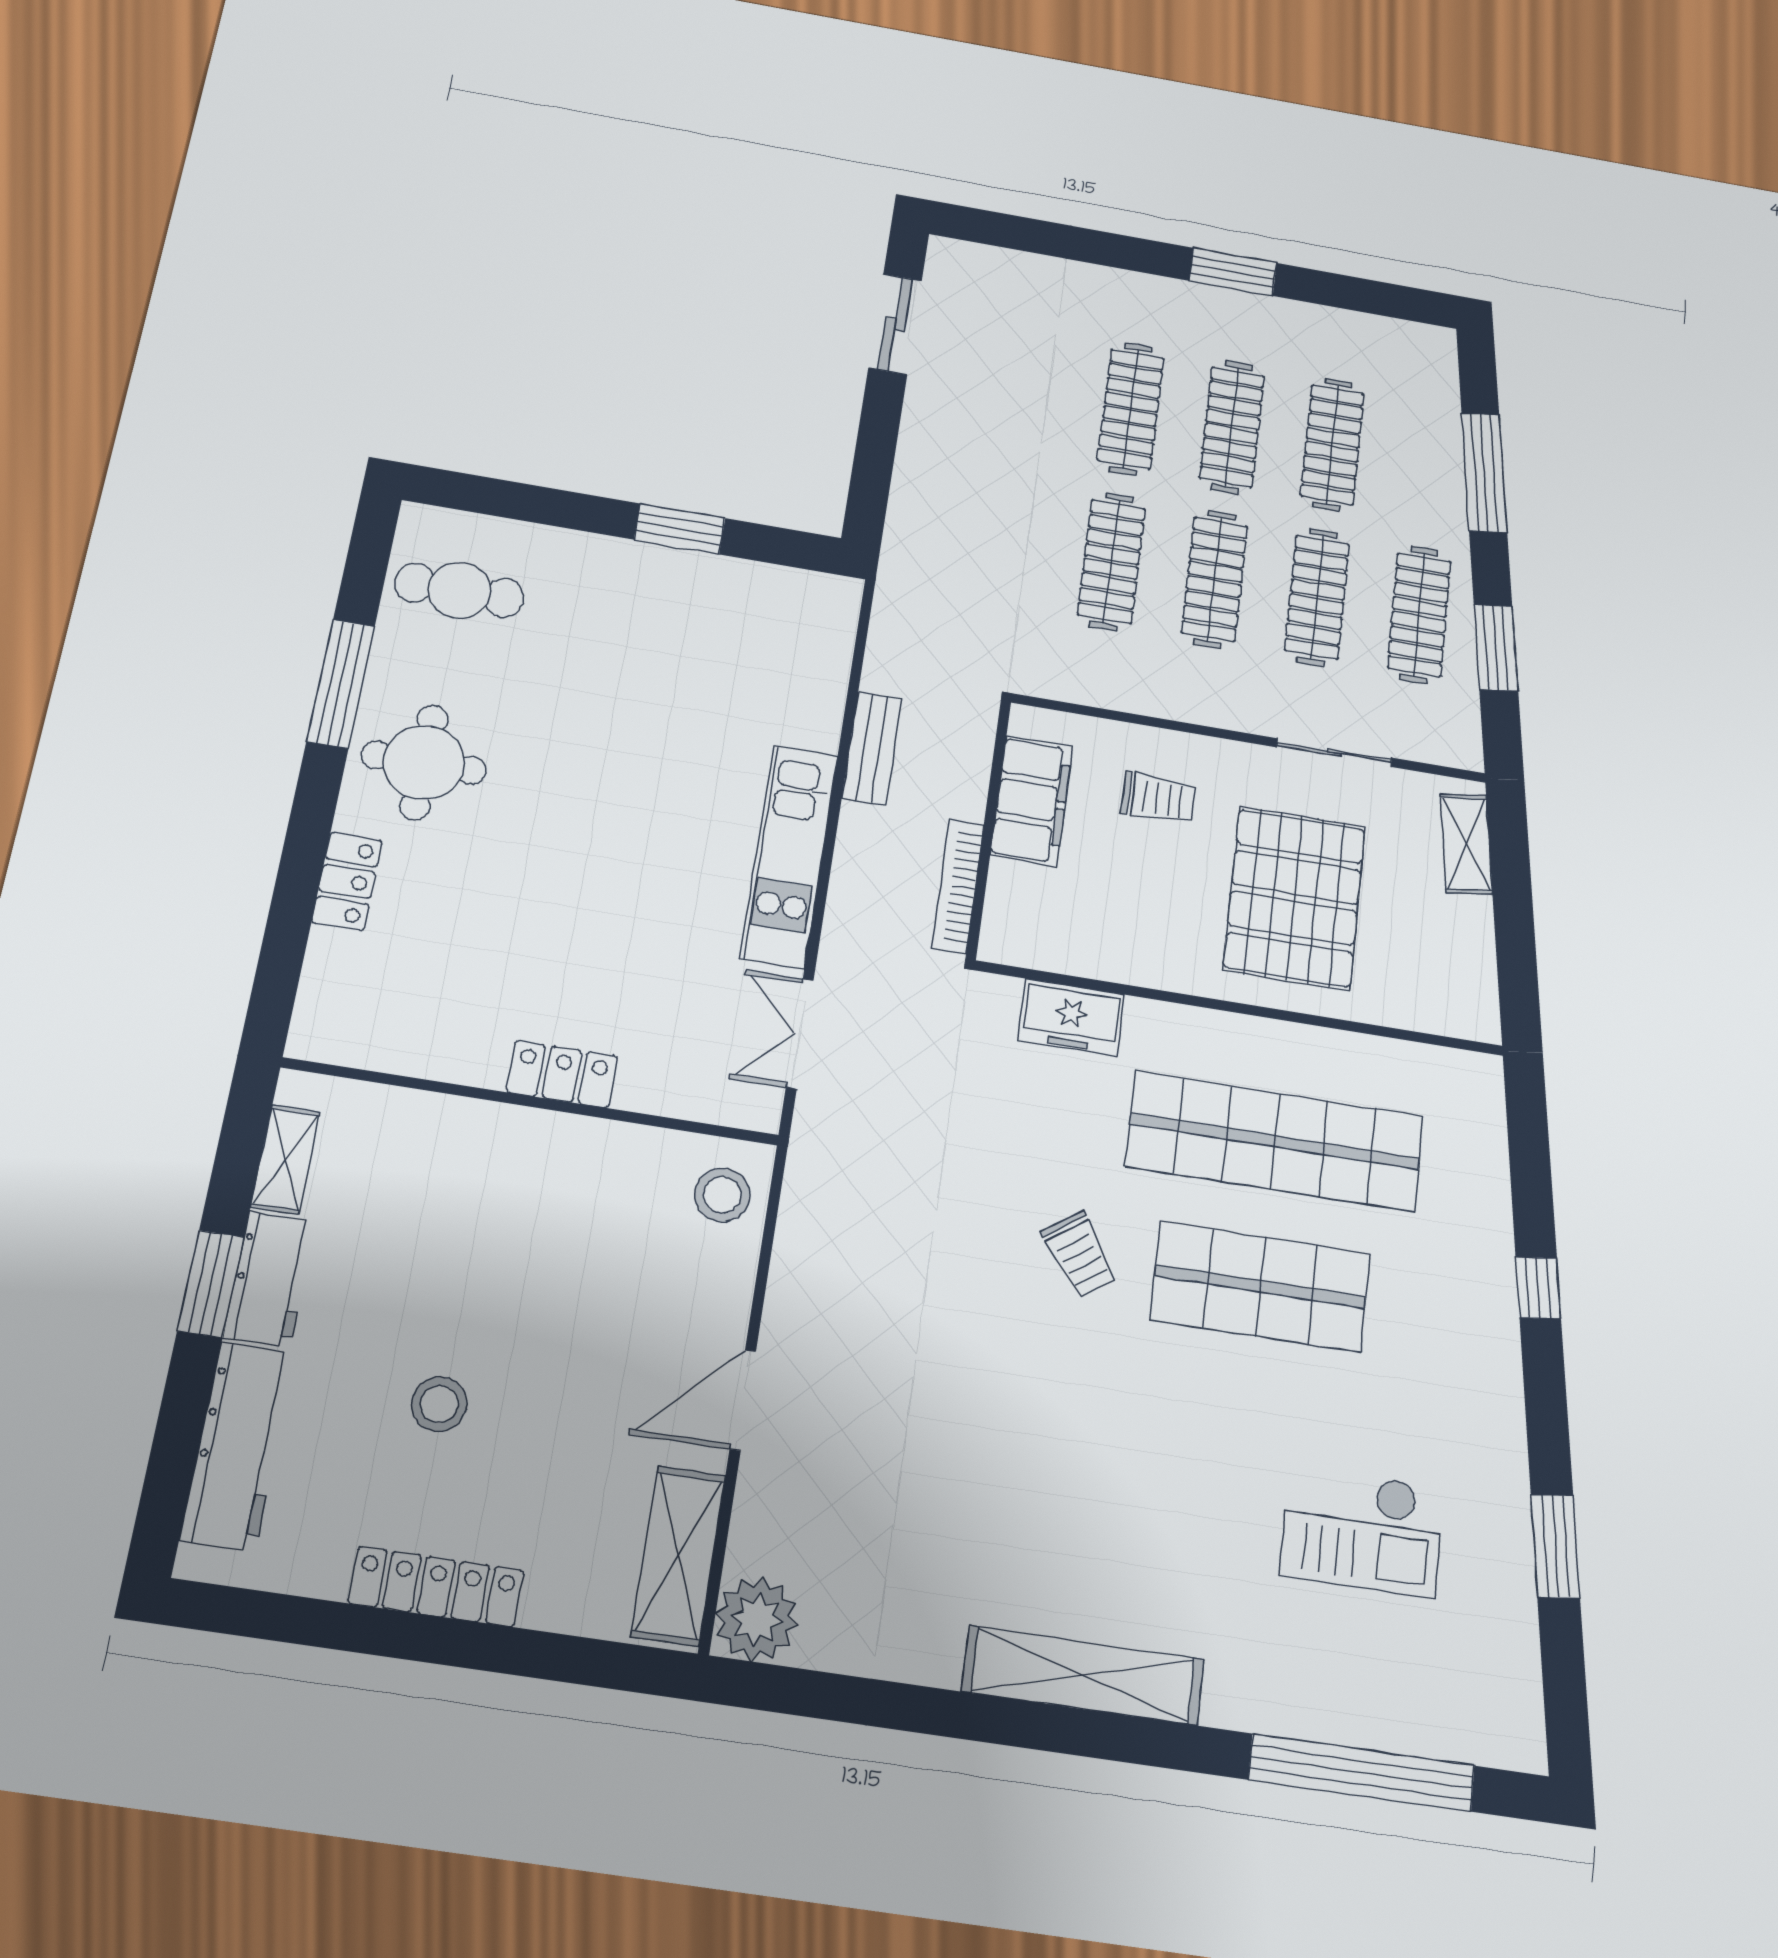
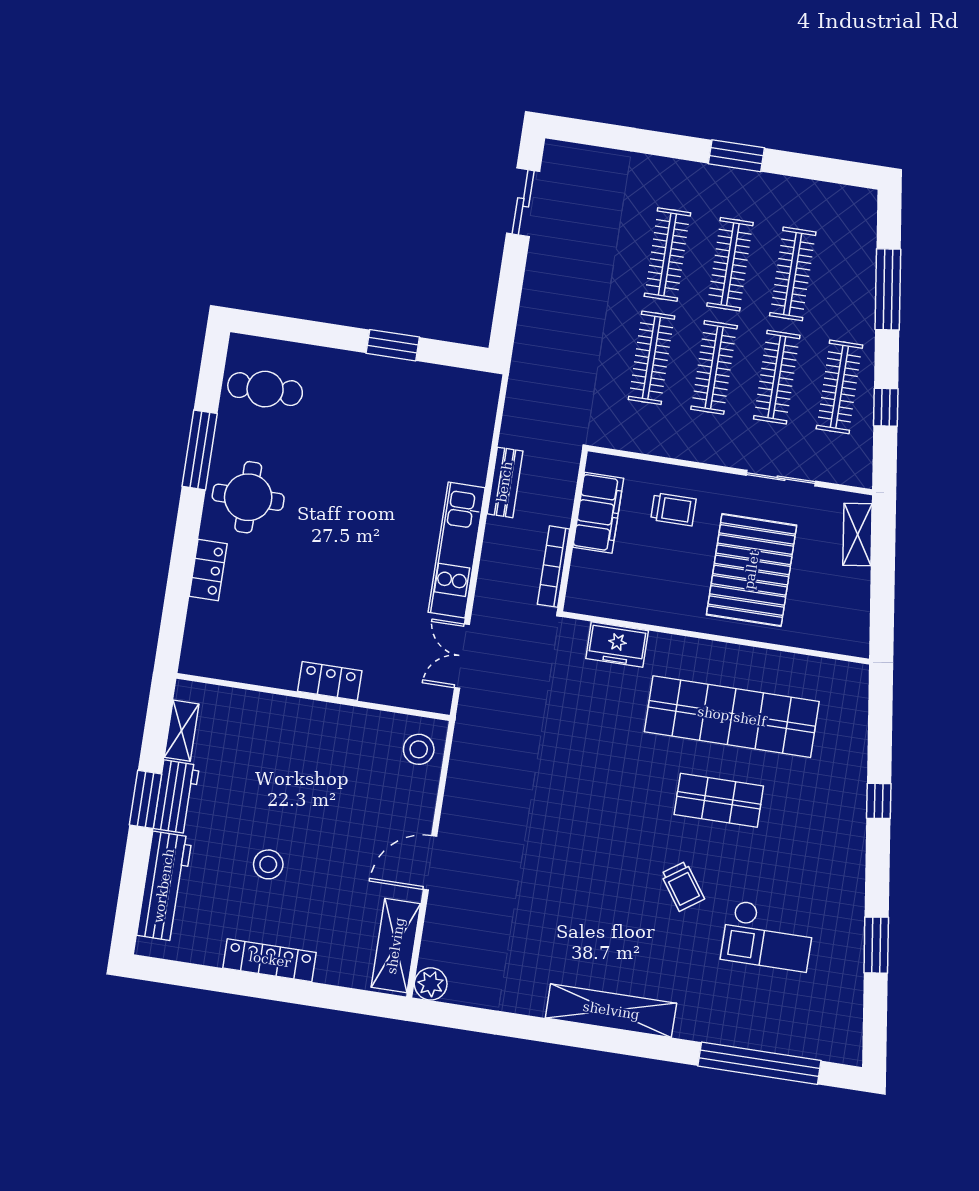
window: (1496, 648) -> (886, 407), width x0.67
trolley: (1079, 1255) -> (683, 886), moved
shop shelf: (1261, 1286) -> (719, 800), width x0.70, depth x0.74
plant: (757, 1619) -> (431, 984), width x0.73, depth x0.73

